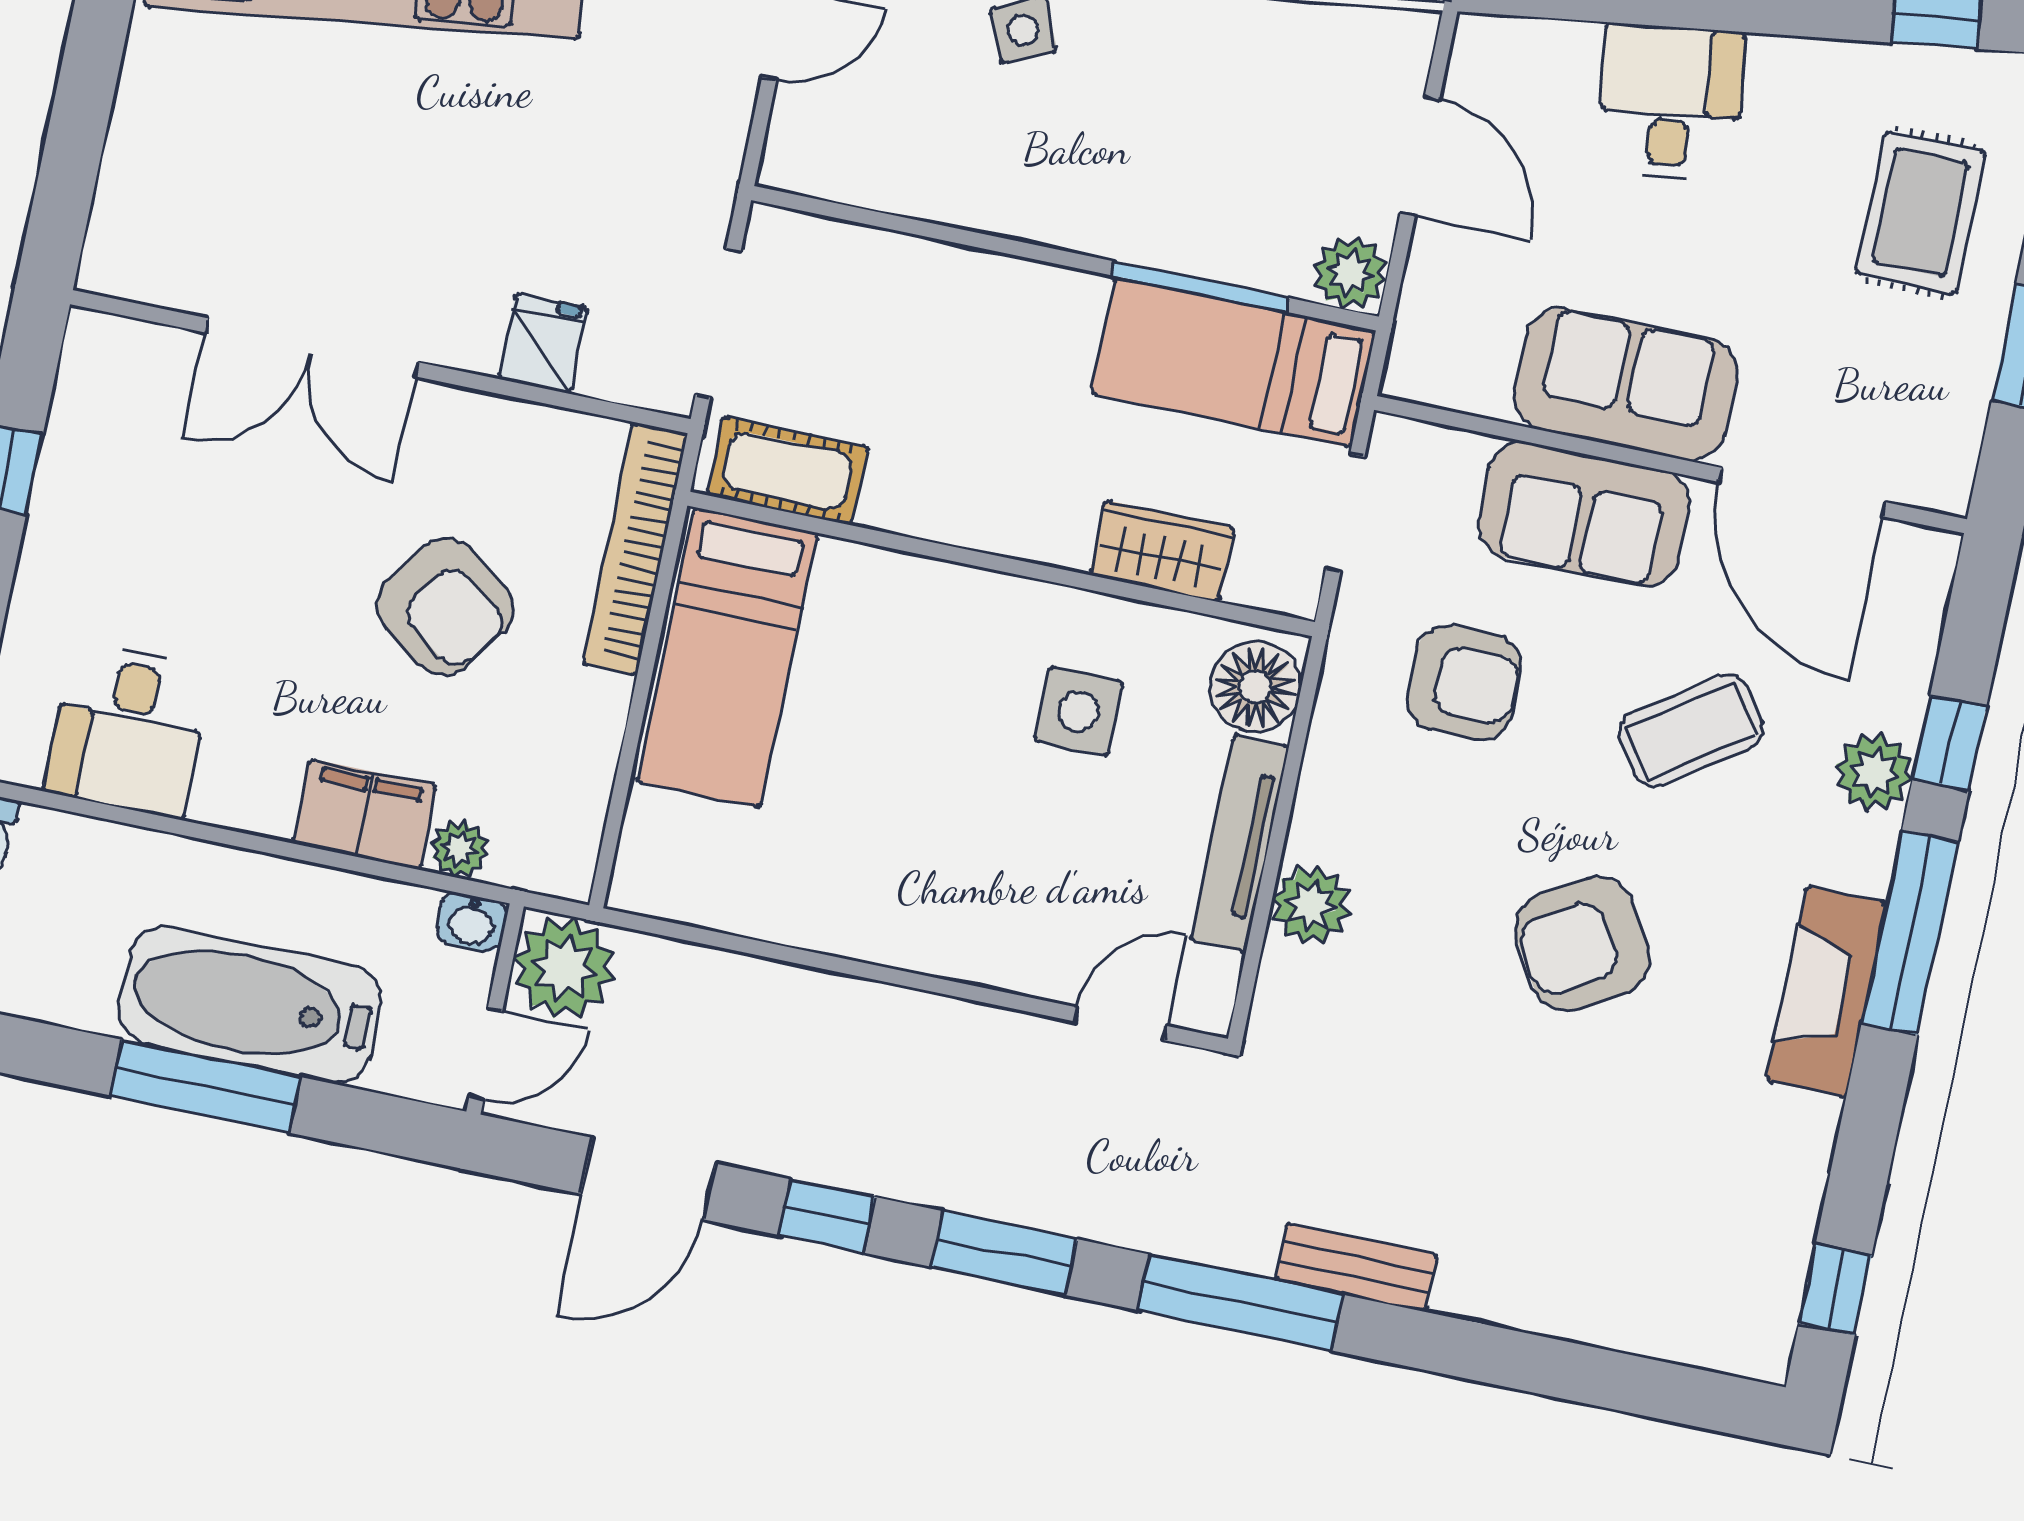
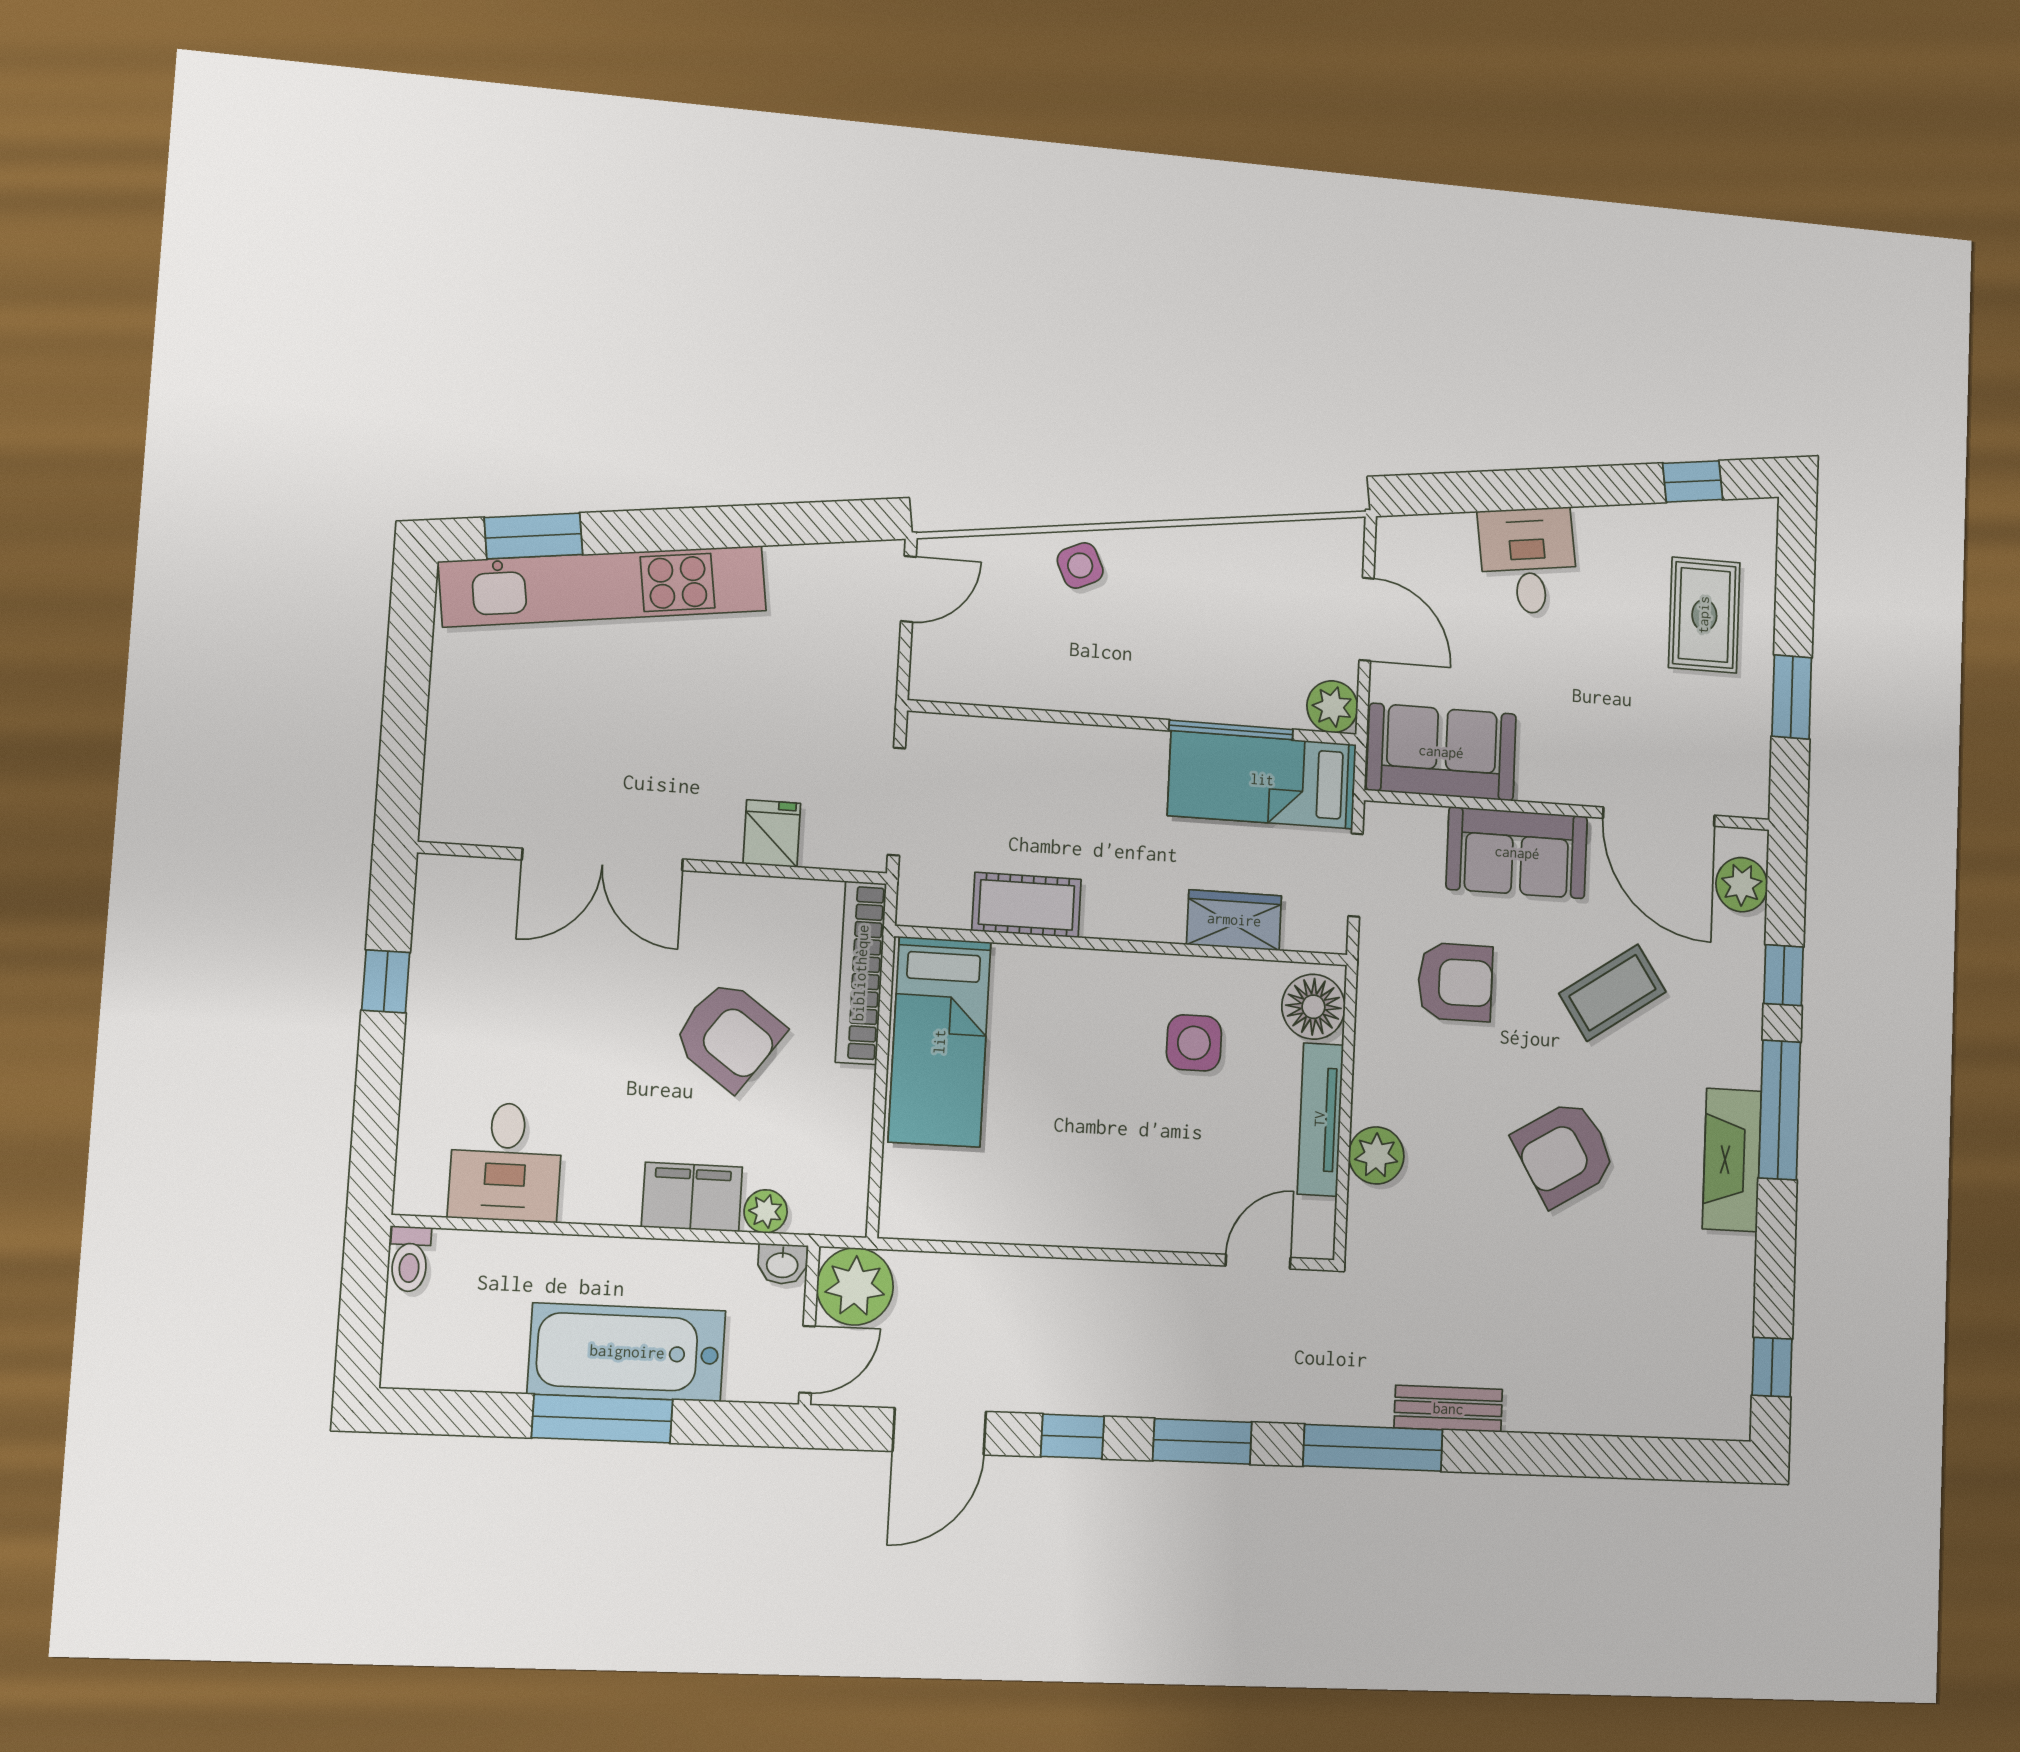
sofa: (1625, 384) -> (1441, 752), moved
cot: (787, 471) -> (1027, 905), moved
plant: (1874, 772) -> (1742, 885), moved

